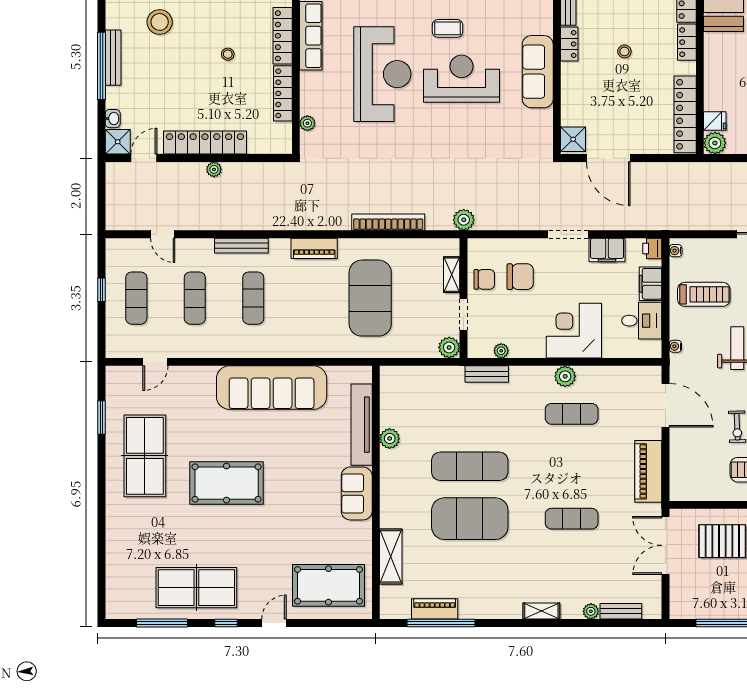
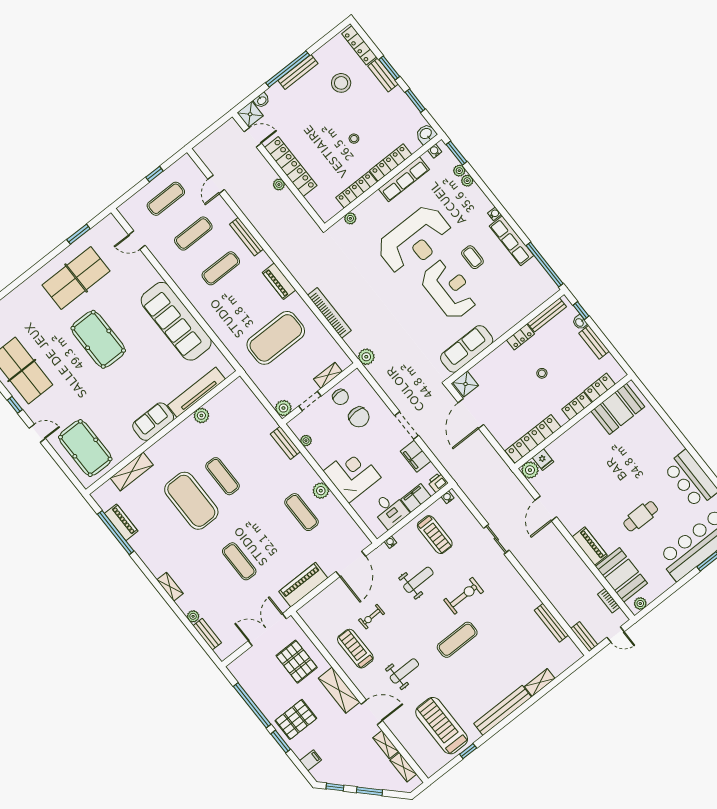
sofa: (538, 72) -> (467, 349), moved
exercise mat: (470, 466) -> (222, 476), width x0.73, depth x0.69

